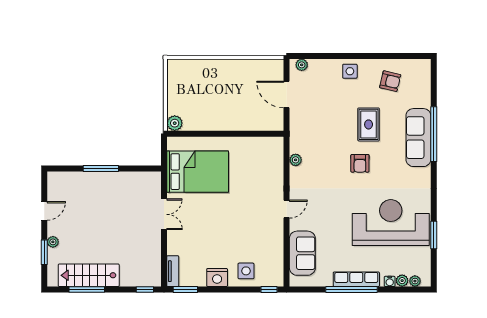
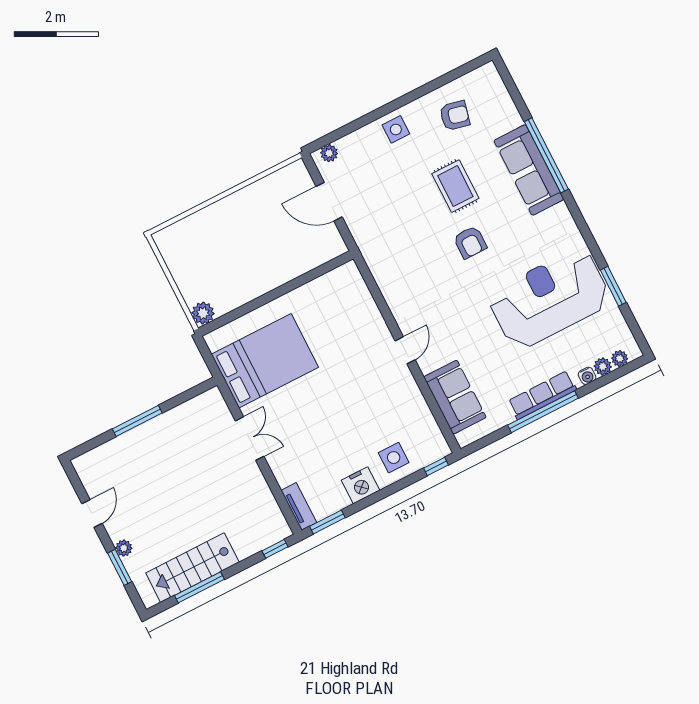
plant: (296, 160) -> (384, 281), removed

